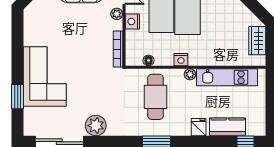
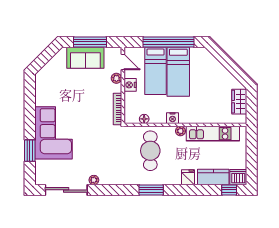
plant: (96, 126) -> (94, 180), width x0.53, depth x0.53
dishwasher: (256, 127) -> (238, 177), added

